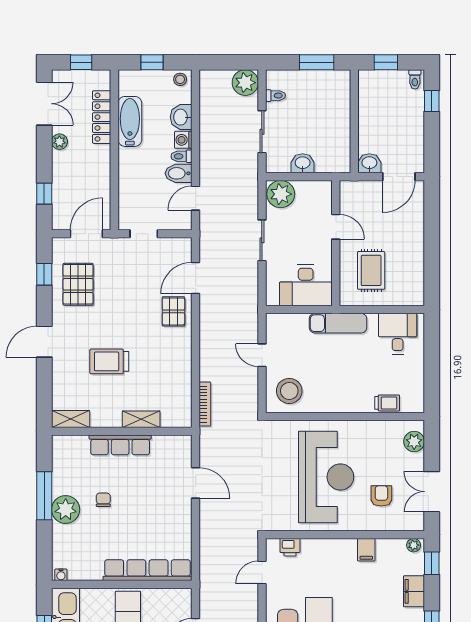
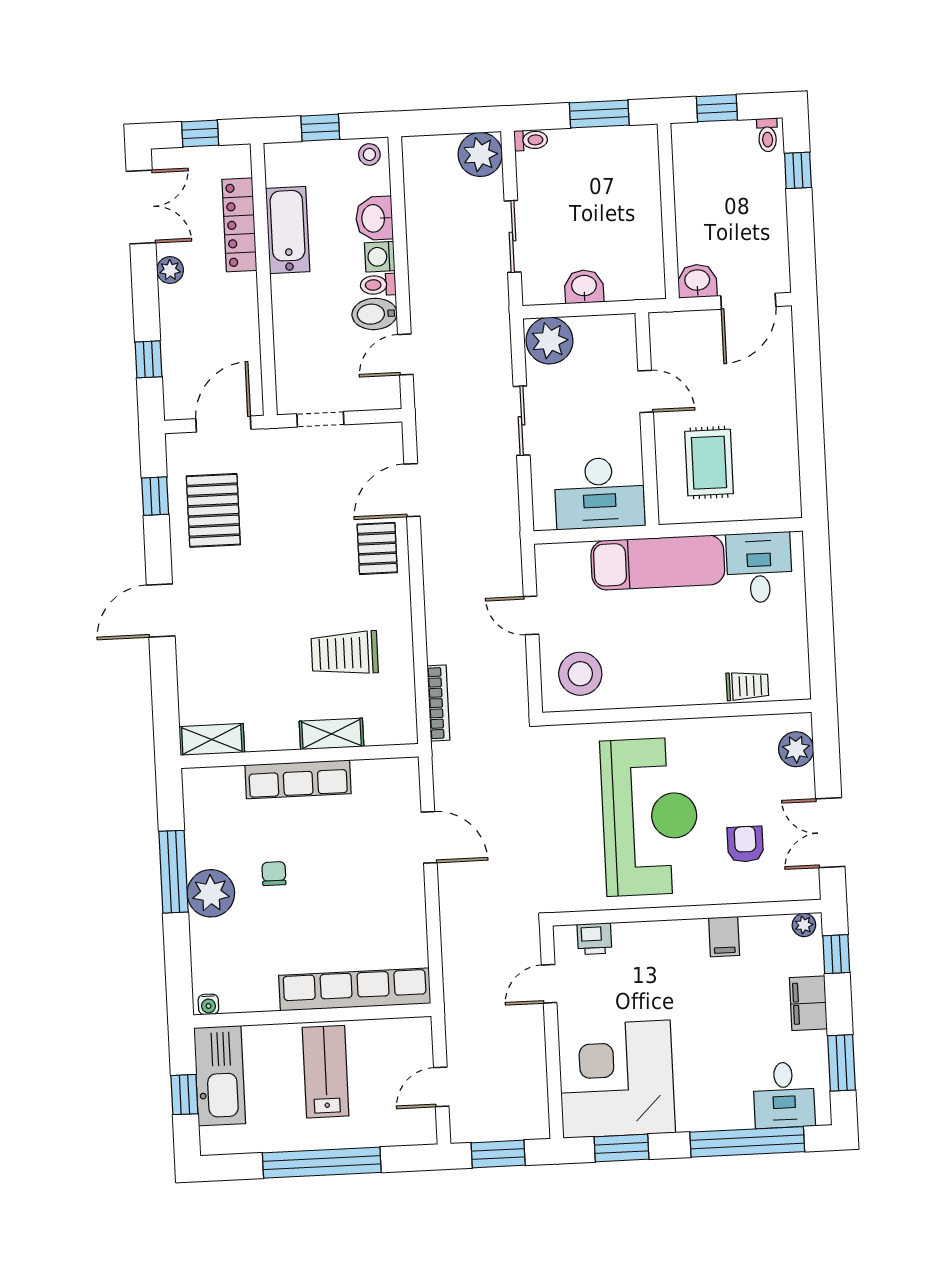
toilet: (275, 96) -> (531, 140), moved
exam couch: (338, 323) -> (658, 563), width x1.36, depth x1.45
trolley: (109, 361) -> (345, 653), moved

